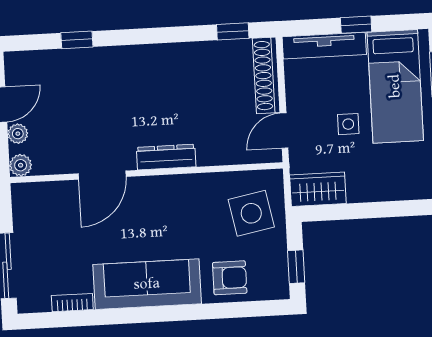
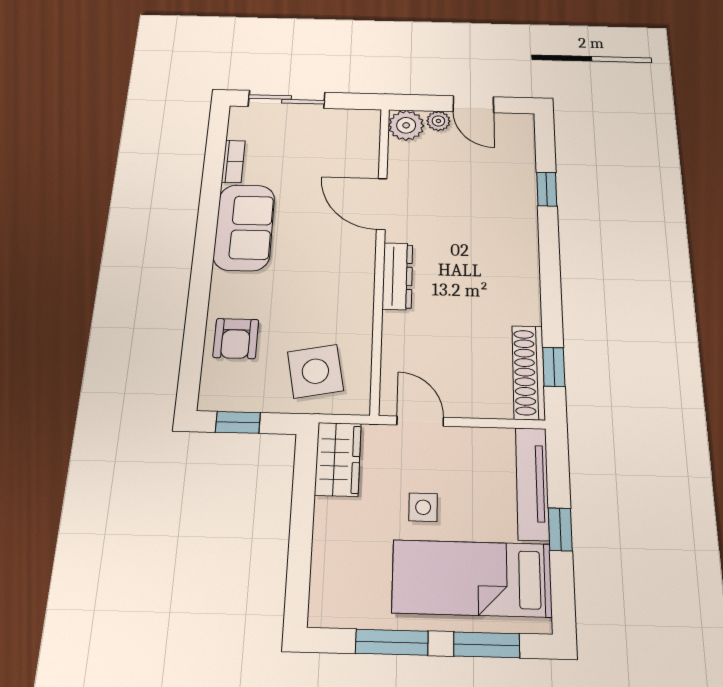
shoe rack: (266, 75) -> (528, 372), moved, turned -90
plant: (21, 165) -> (406, 125), width x1.38, depth x1.38
sofa: (147, 284) -> (244, 227), width x0.73

